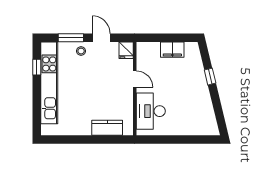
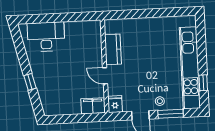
filing cabinet: (172, 50) -> (93, 106), moved
desk: (151, 111) -> (46, 37), moved, turned -90
kitchen counter: (107, 128) -> (113, 49), moved, turned -90

